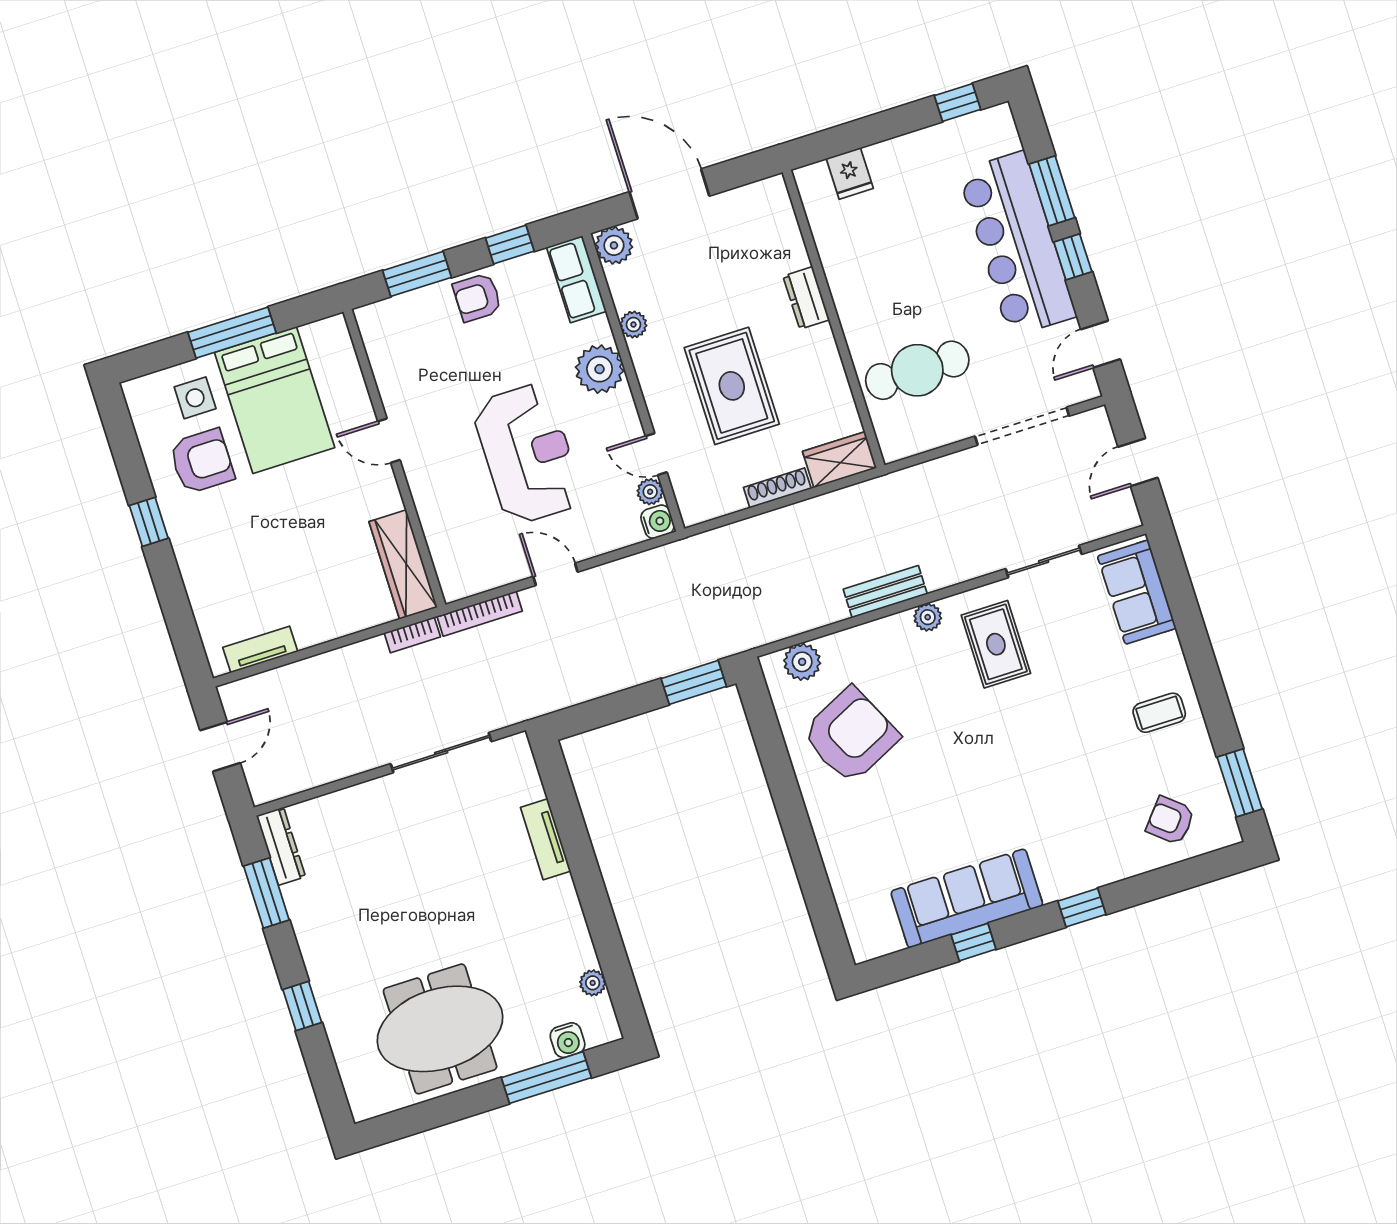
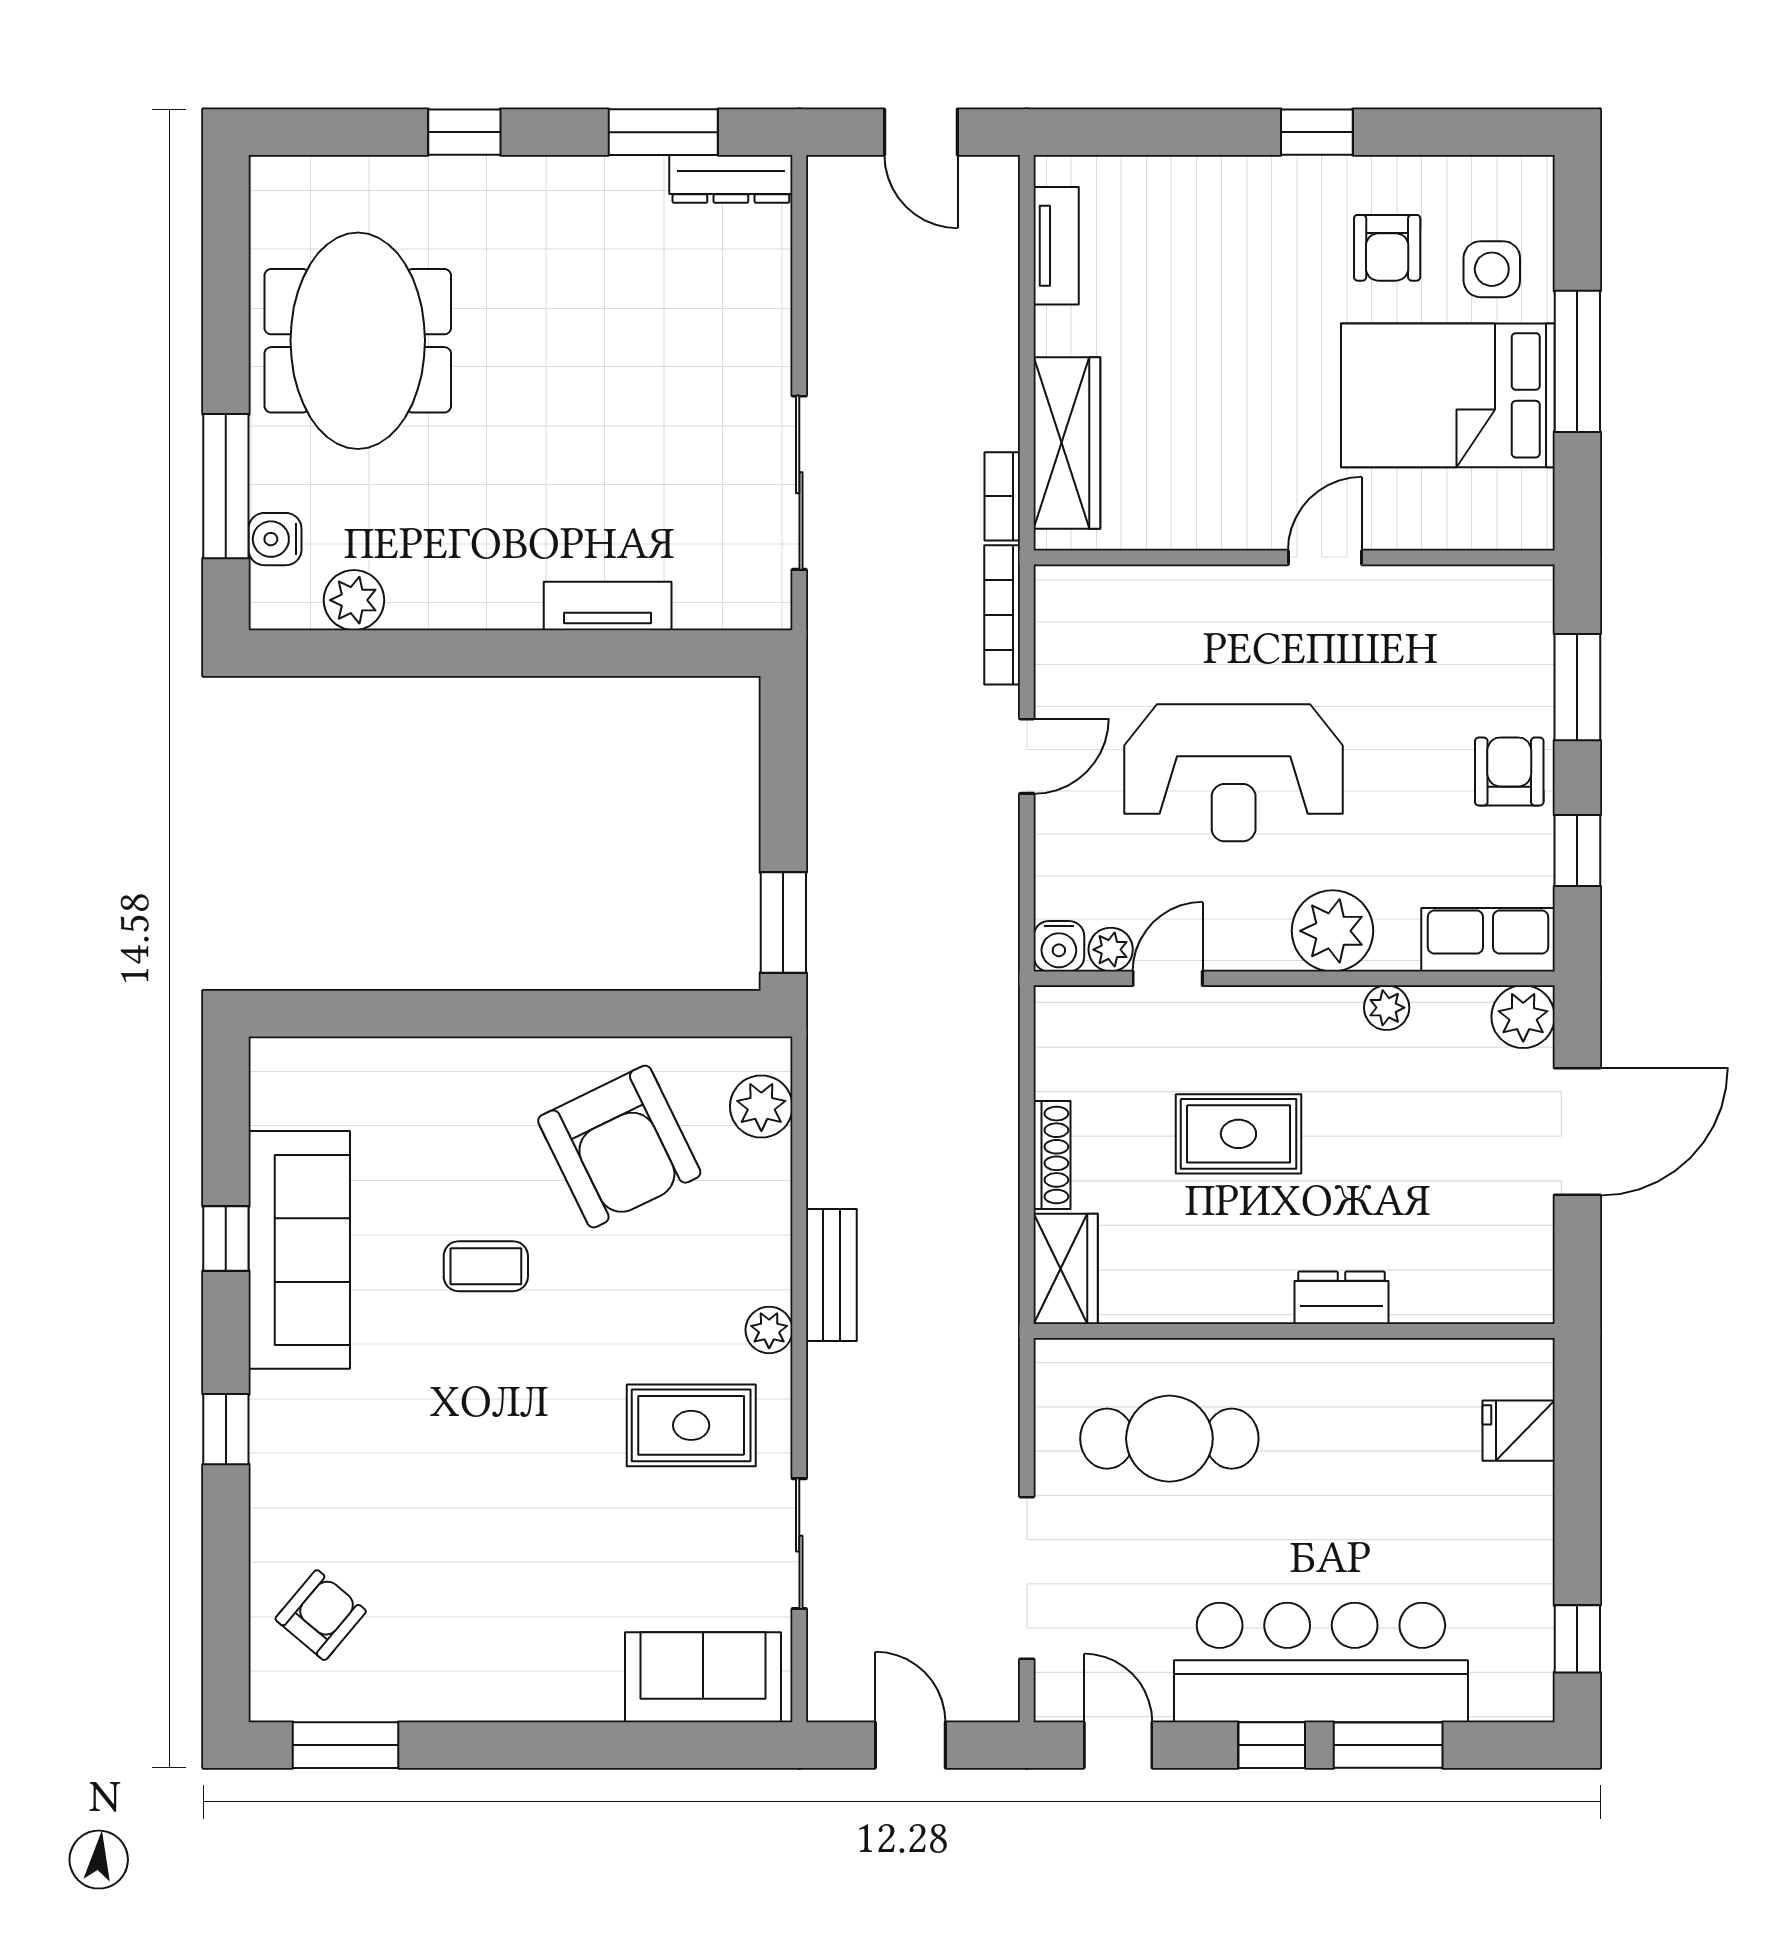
cafe table: (917, 370) -> (1169, 1439), turned 90
rug: (732, 386) -> (1238, 1134), width x0.73, depth x0.70
armchair: (202, 461) -> (1387, 248), width x0.72, depth x0.72
wardrobe: (403, 565) -> (1067, 443), moved, turned 90
coffee table: (1159, 713) -> (486, 1266), moved, turned 90
plant: (593, 983) -> (354, 600), width x1.38, depth x1.38

